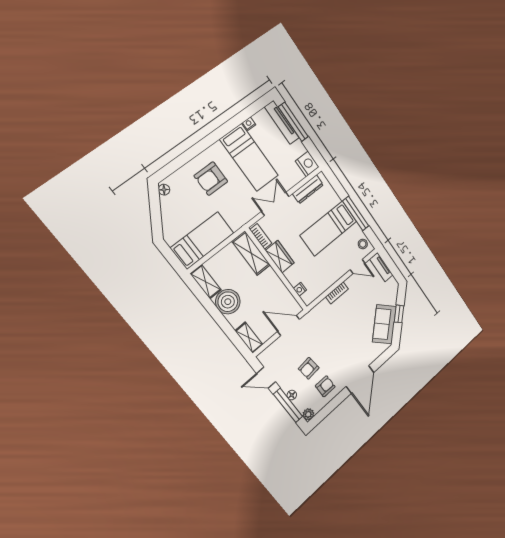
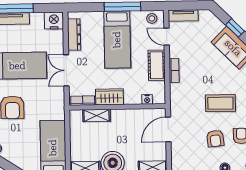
shelving: (251, 253) -> (97, 115), width x0.67, depth x0.75
door: (358, 266) -> (167, 37), swing flipped
cot: (331, 276) -> (157, 65), added
coffee table: (338, 349) -> (220, 103), added

